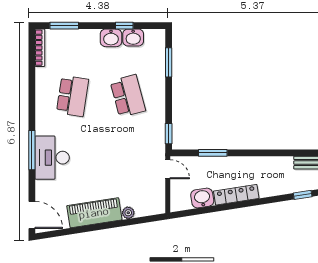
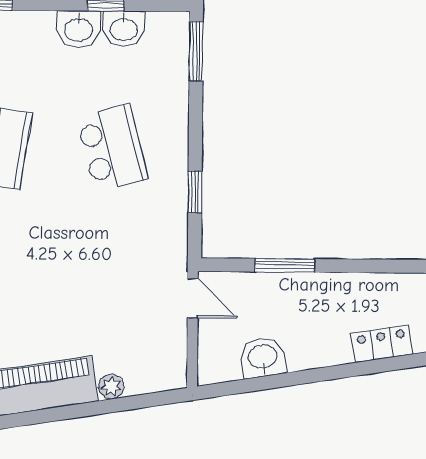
window: (169, 62) -> (196, 51), moved
window: (169, 134) -> (195, 192), moved
locker: (236, 195) -> (382, 344), moved, width x0.66

